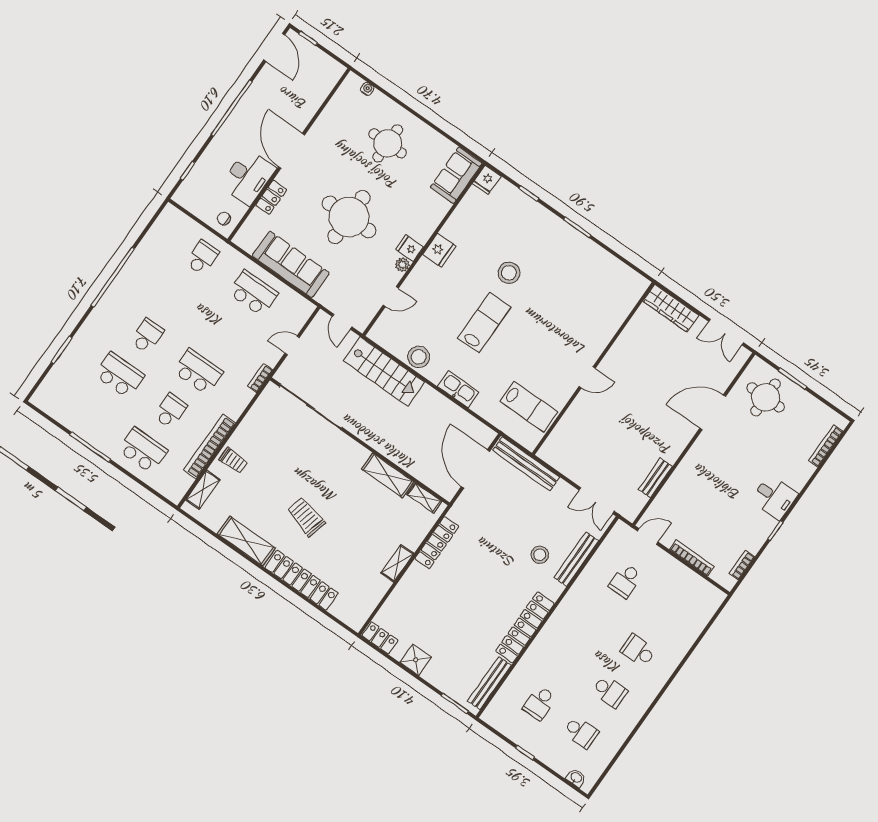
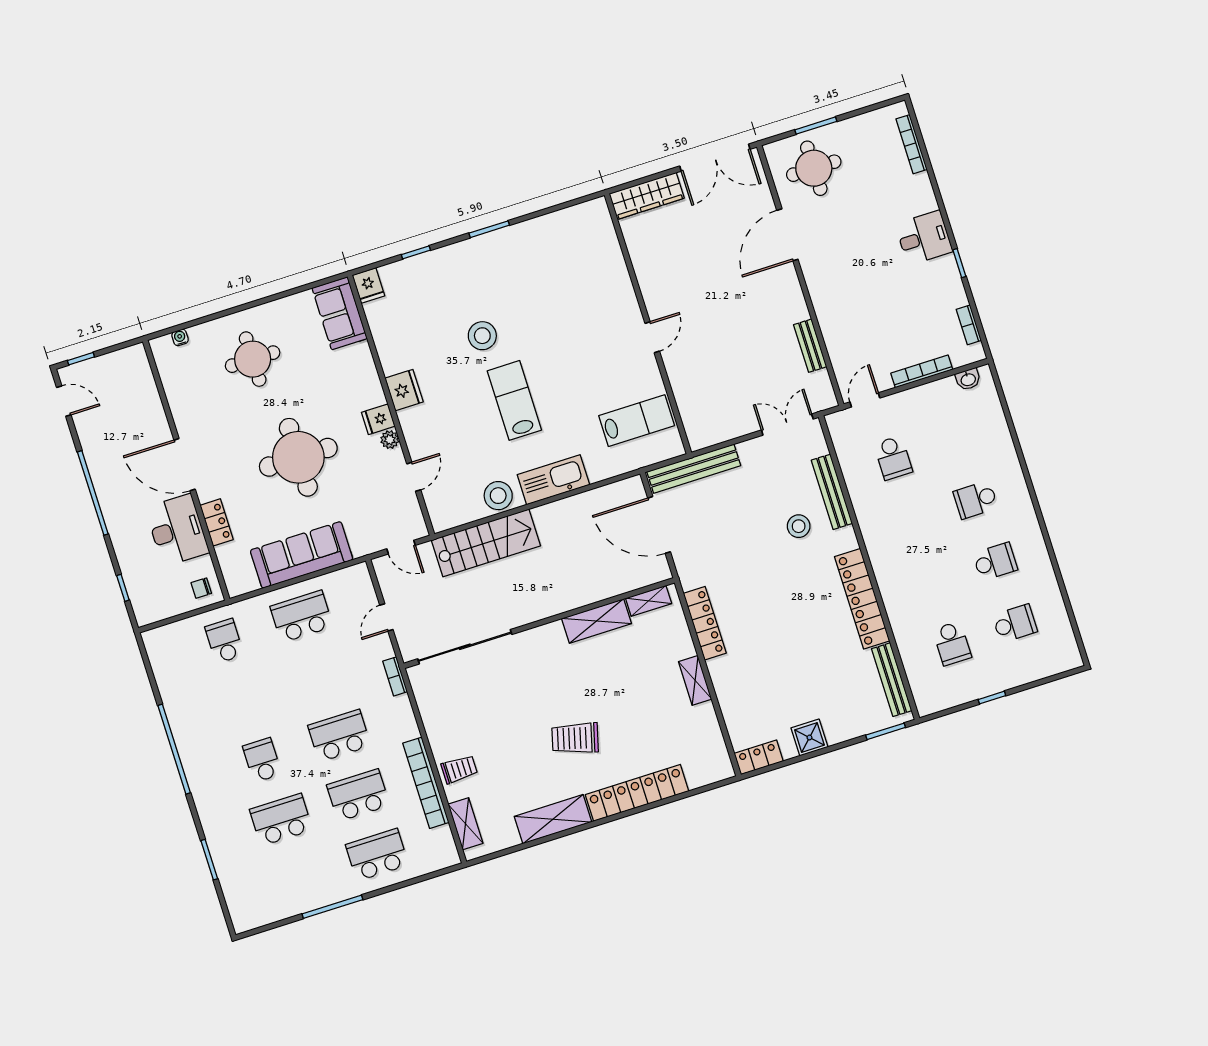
door: (274, 47) -> (64, 401), width x0.73
double door: (726, 332) -> (715, 158), width x1.37
kitchen sink: (458, 389) -> (553, 480), width x1.36, depth x1.24
school desk: (170, 411) -> (358, 795), width x1.85
double door: (597, 501) -> (787, 425), swing flipped
washbasin: (576, 778) -> (968, 379), moved, turned 180

